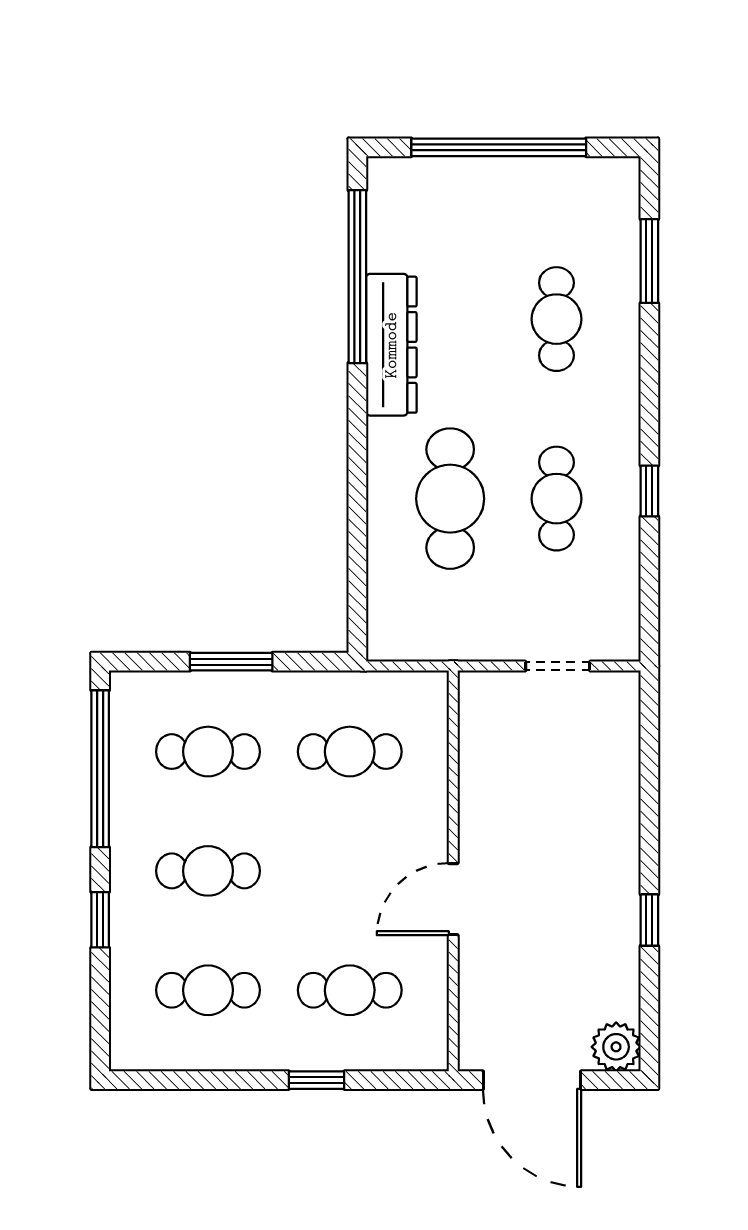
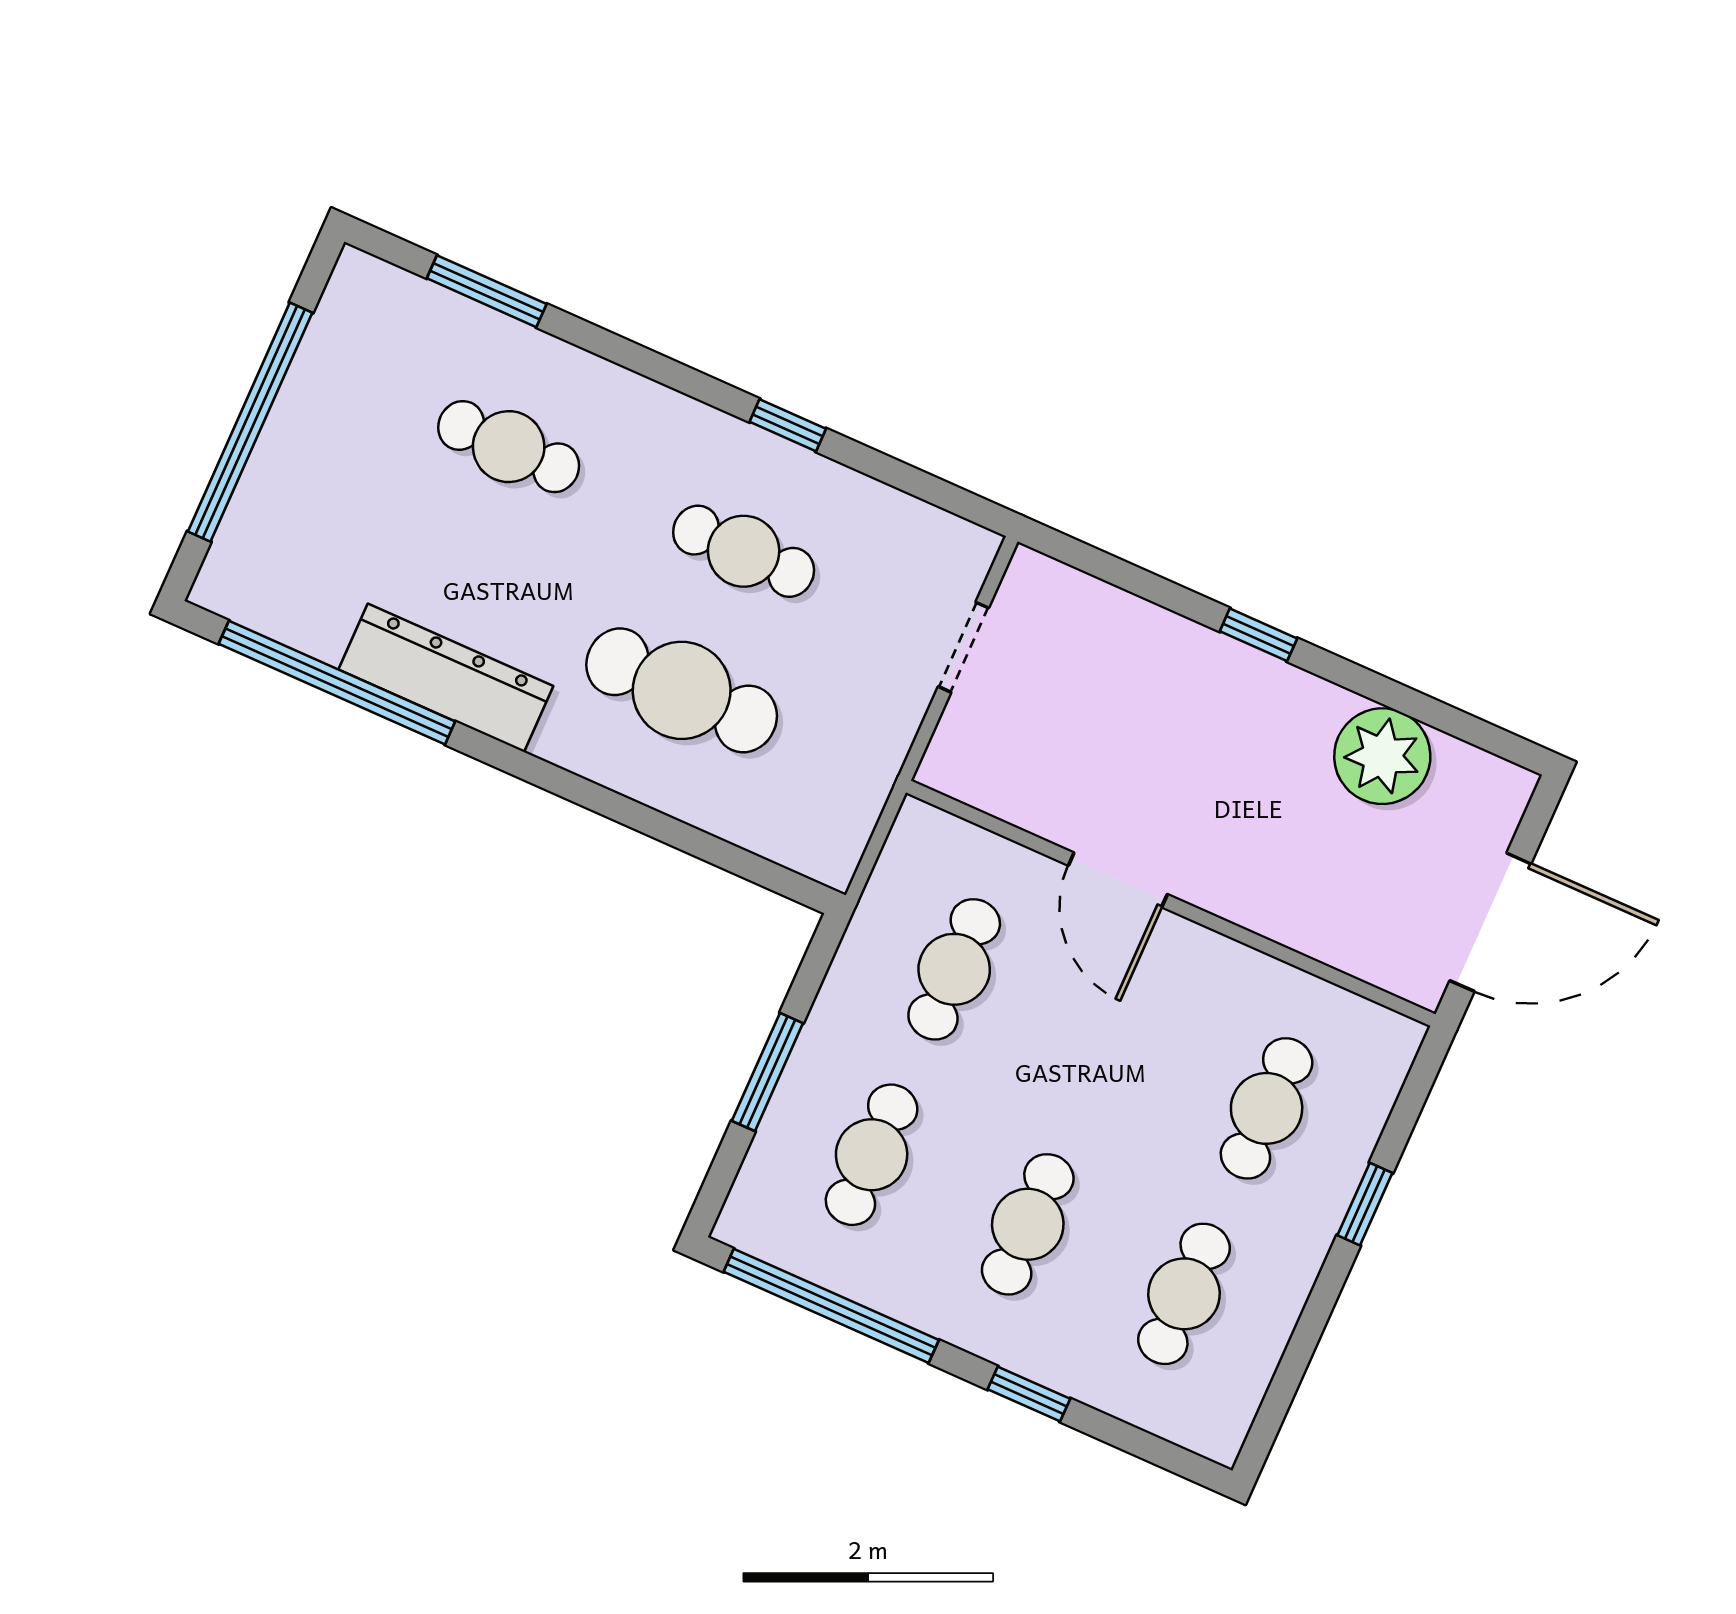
door: (453, 899) -> (1118, 880), moved
window: (649, 920) -> (1258, 635), moved
plant: (616, 1047) -> (1382, 756), moved, width x1.36, depth x1.36

